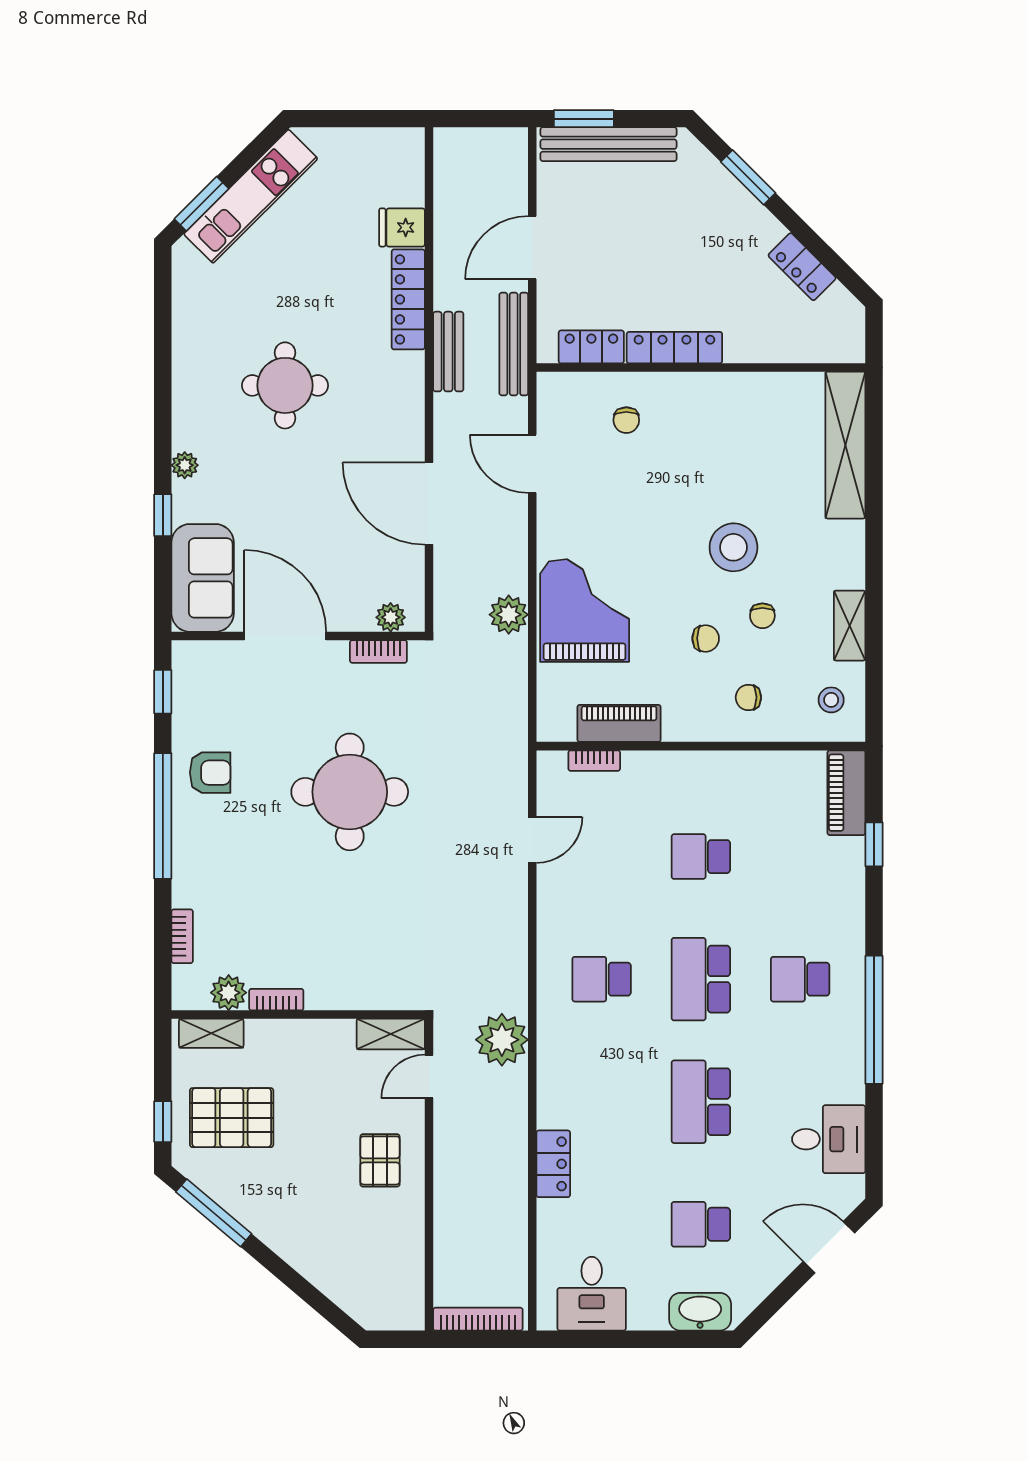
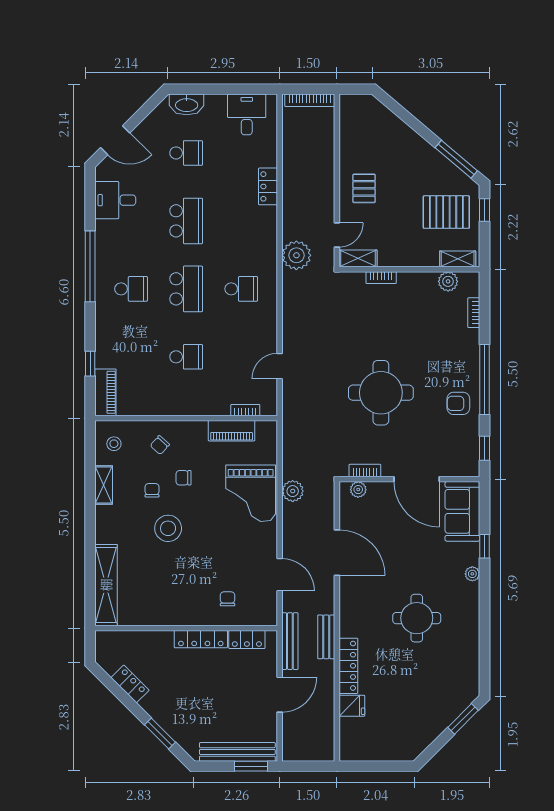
kitchen unit: (251, 196) -> (436, 723), removed
chair: (748, 697) -> (160, 445), turned 132
bookcase: (276, 1000) -> (381, 278), moved

